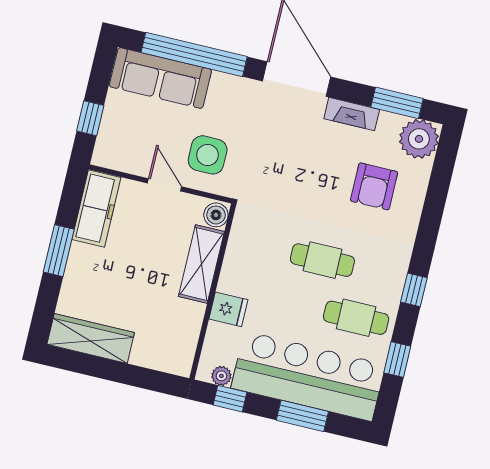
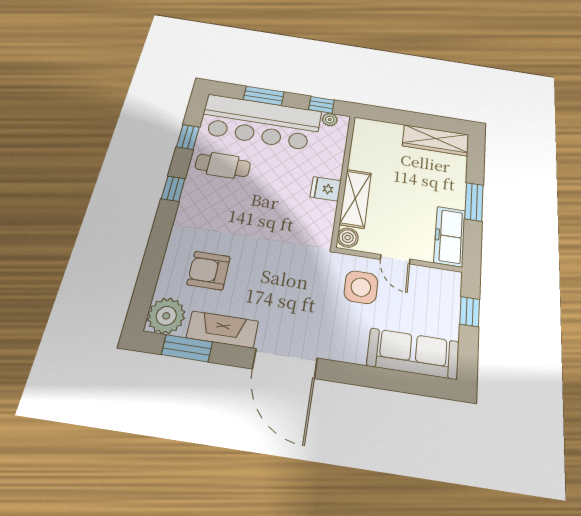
window: (194, 54) -> (385, 379), removed
fireplace: (352, 114) -> (222, 329), width x1.37, depth x1.32
armchair: (374, 186) -> (209, 271), turned -90
cafe table: (322, 260) -> (253, 207), removed
fridge: (228, 309) -> (326, 189), moved

